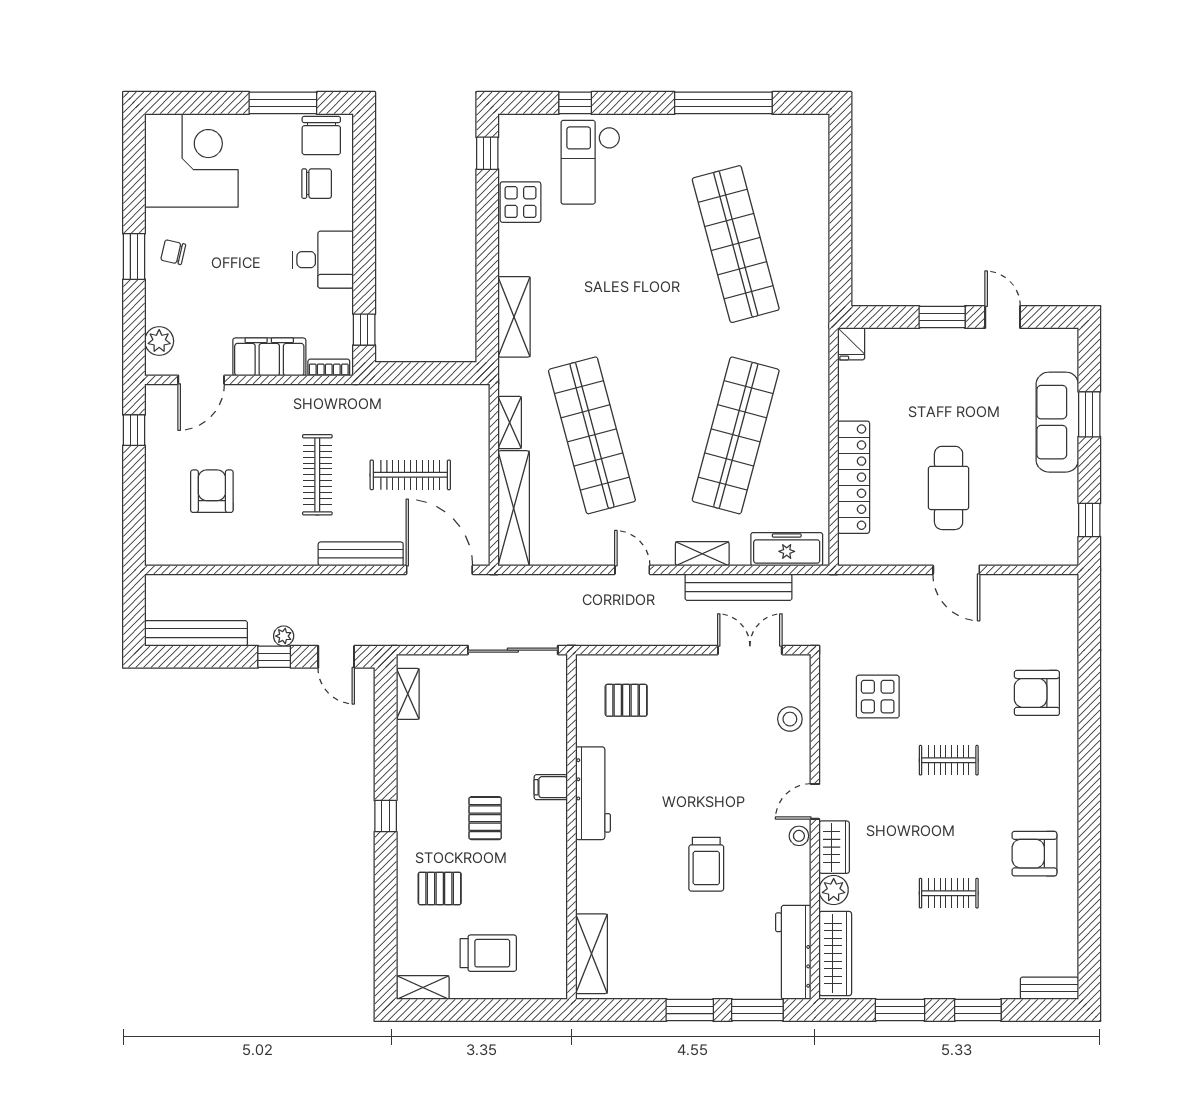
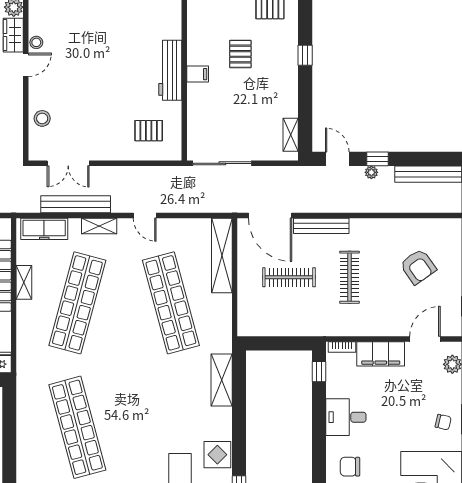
shelving: (510, 422) -> (24, 282), moved
armchair: (212, 491) -> (418, 267), turned -35
trolley: (706, 864) -> (97, 24), removed

